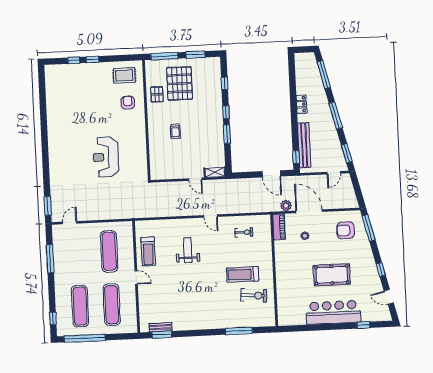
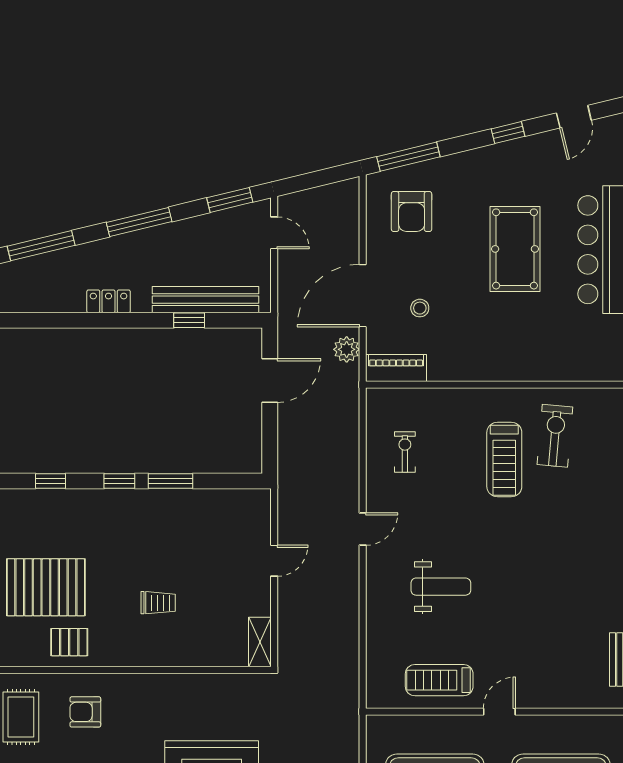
window: (296, 157) -> (189, 320), moved
shelving: (215, 172) -> (260, 642), moved
weight bench: (188, 250) -> (441, 587), turned 180
treadmill: (148, 251) -> (439, 680), turned 180

